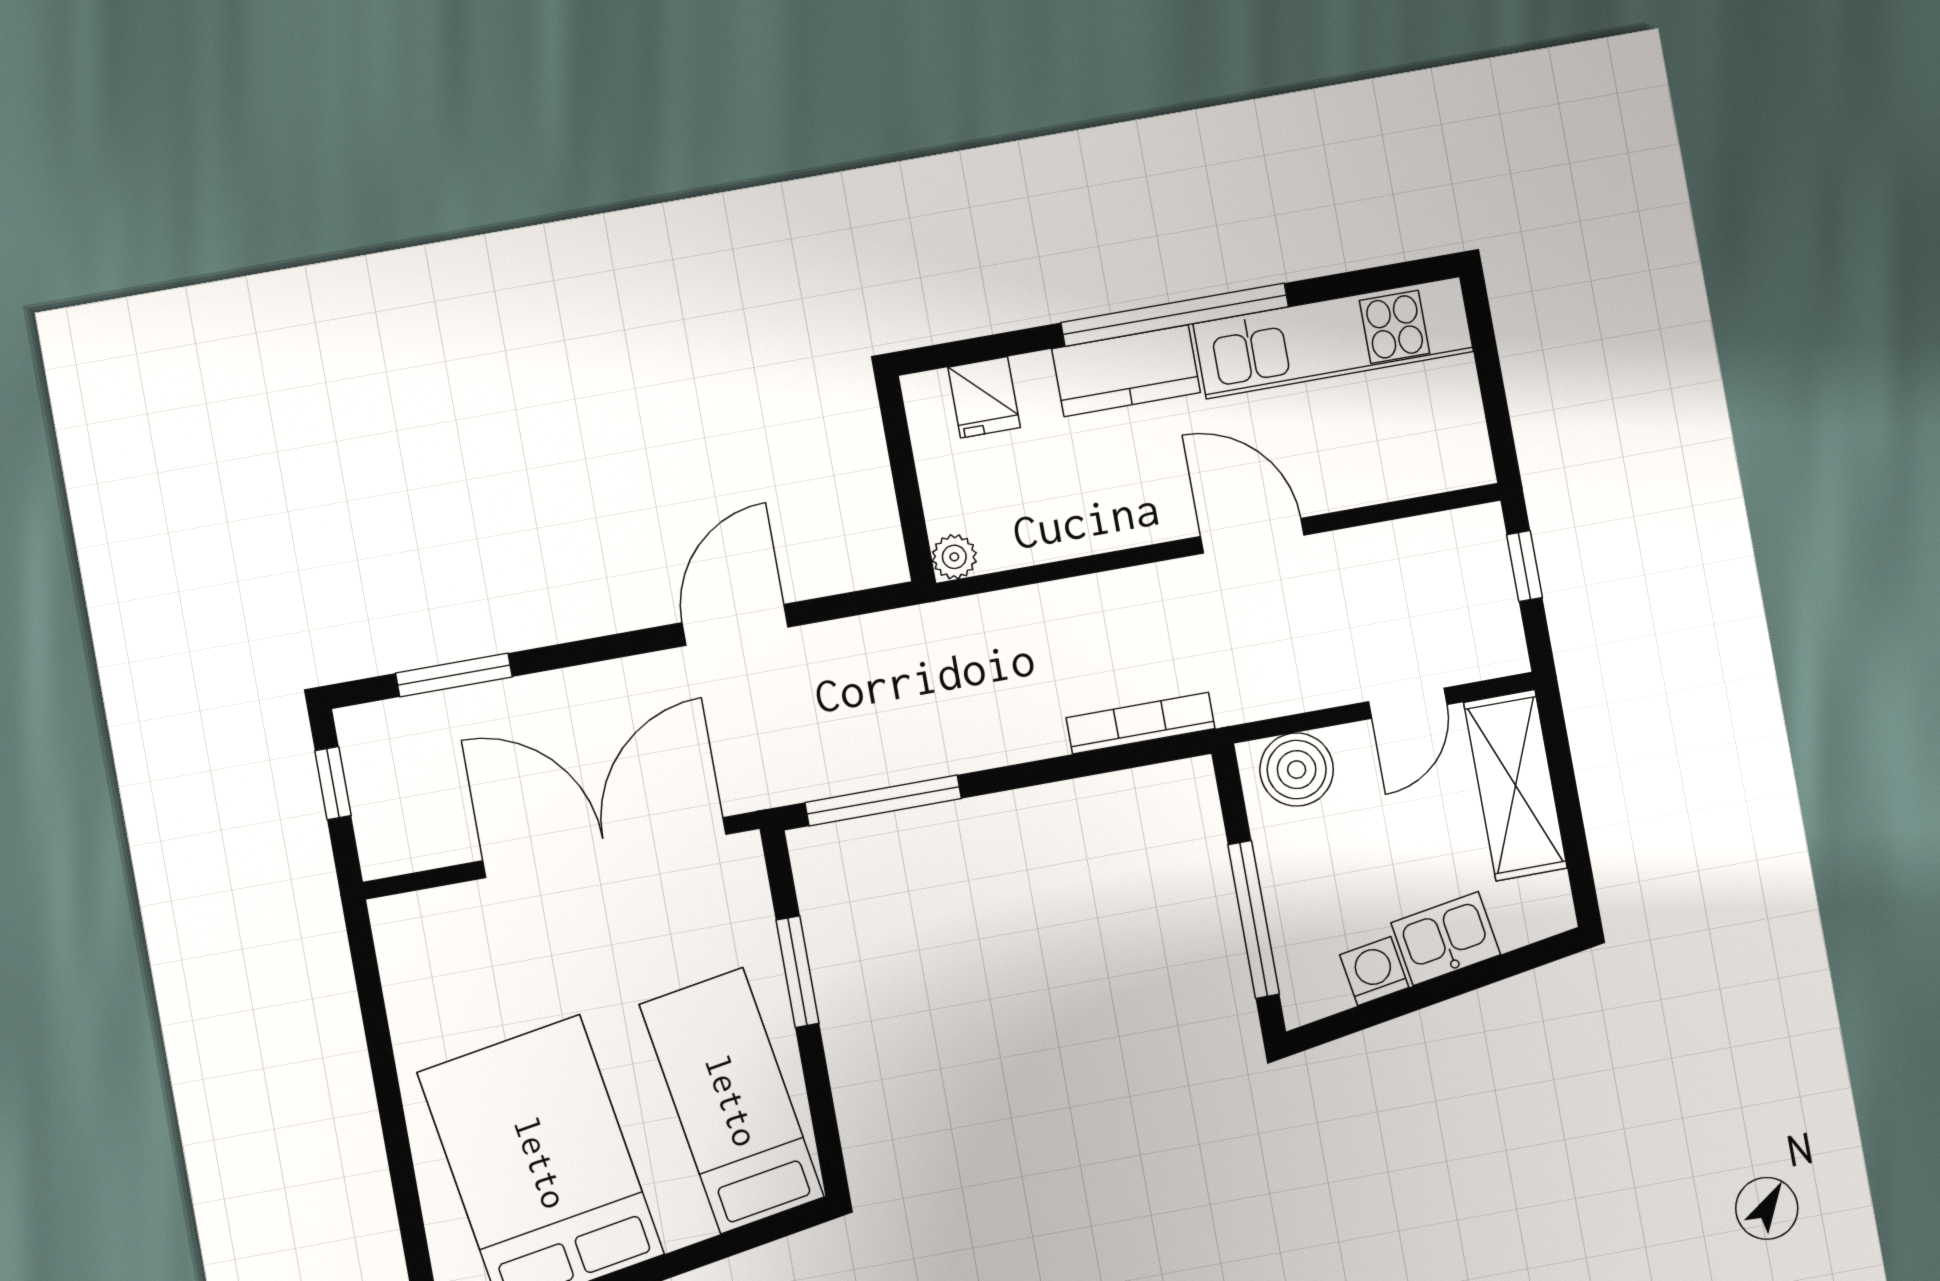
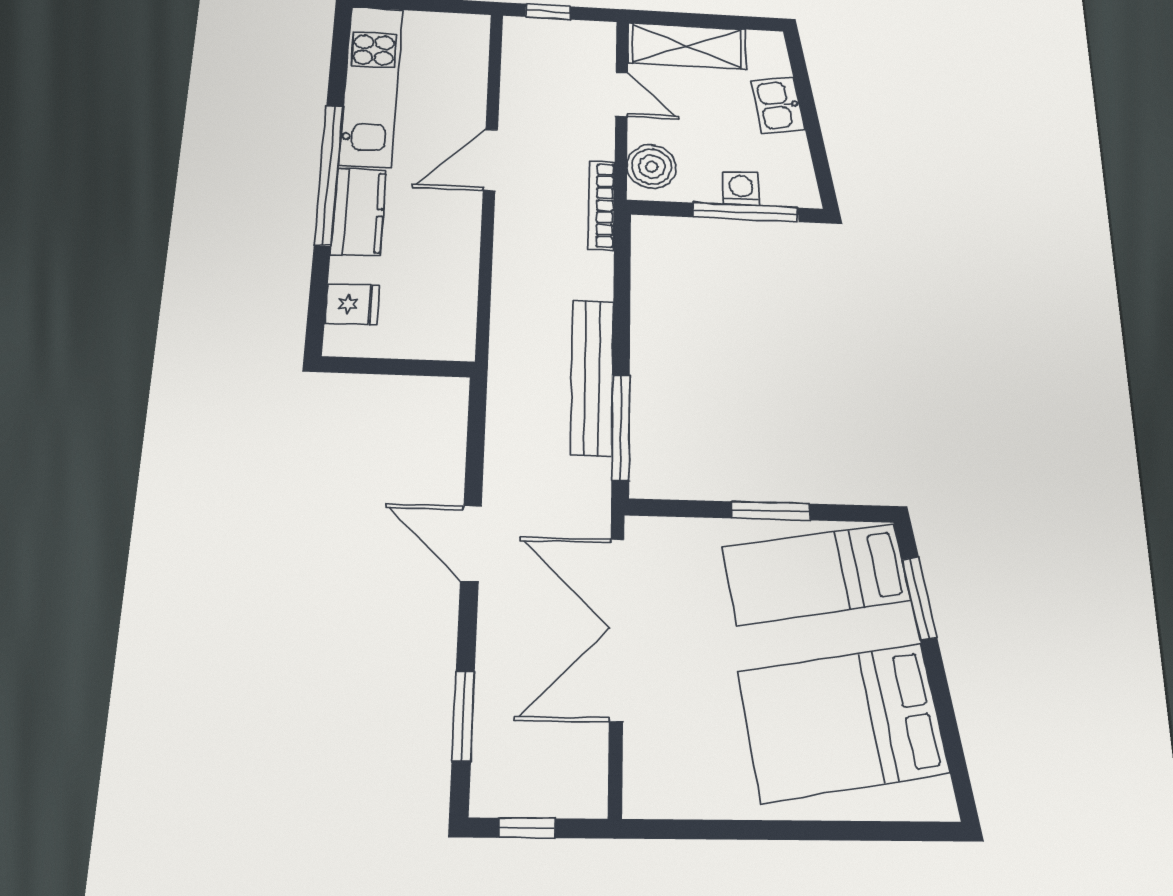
plant: (954, 557) -> (459, 346), removed
door: (735, 625) -> (471, 543), moved
bookcase: (1141, 723) -> (602, 205), moved
bench: (948, 747) -> (592, 377), added
washing machine: (1374, 971) -> (741, 189), moved, turned 99
window: (797, 972) -> (771, 511), moved
window: (727, 1245) -> (919, 598), added

